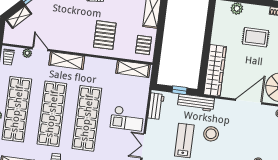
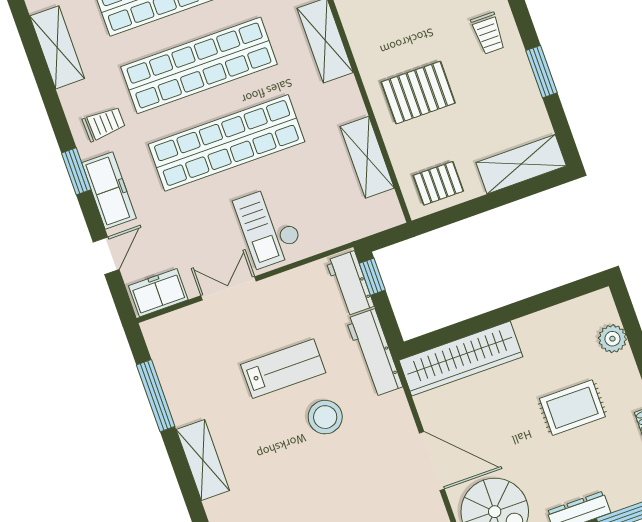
rug: (256, 37) -> (572, 408), turned 90
shelving: (133, 69) -> (367, 157), moved
window: (180, 90) -> (372, 277), moved
workbench: (156, 106) -> (350, 283), moved, turned 90

